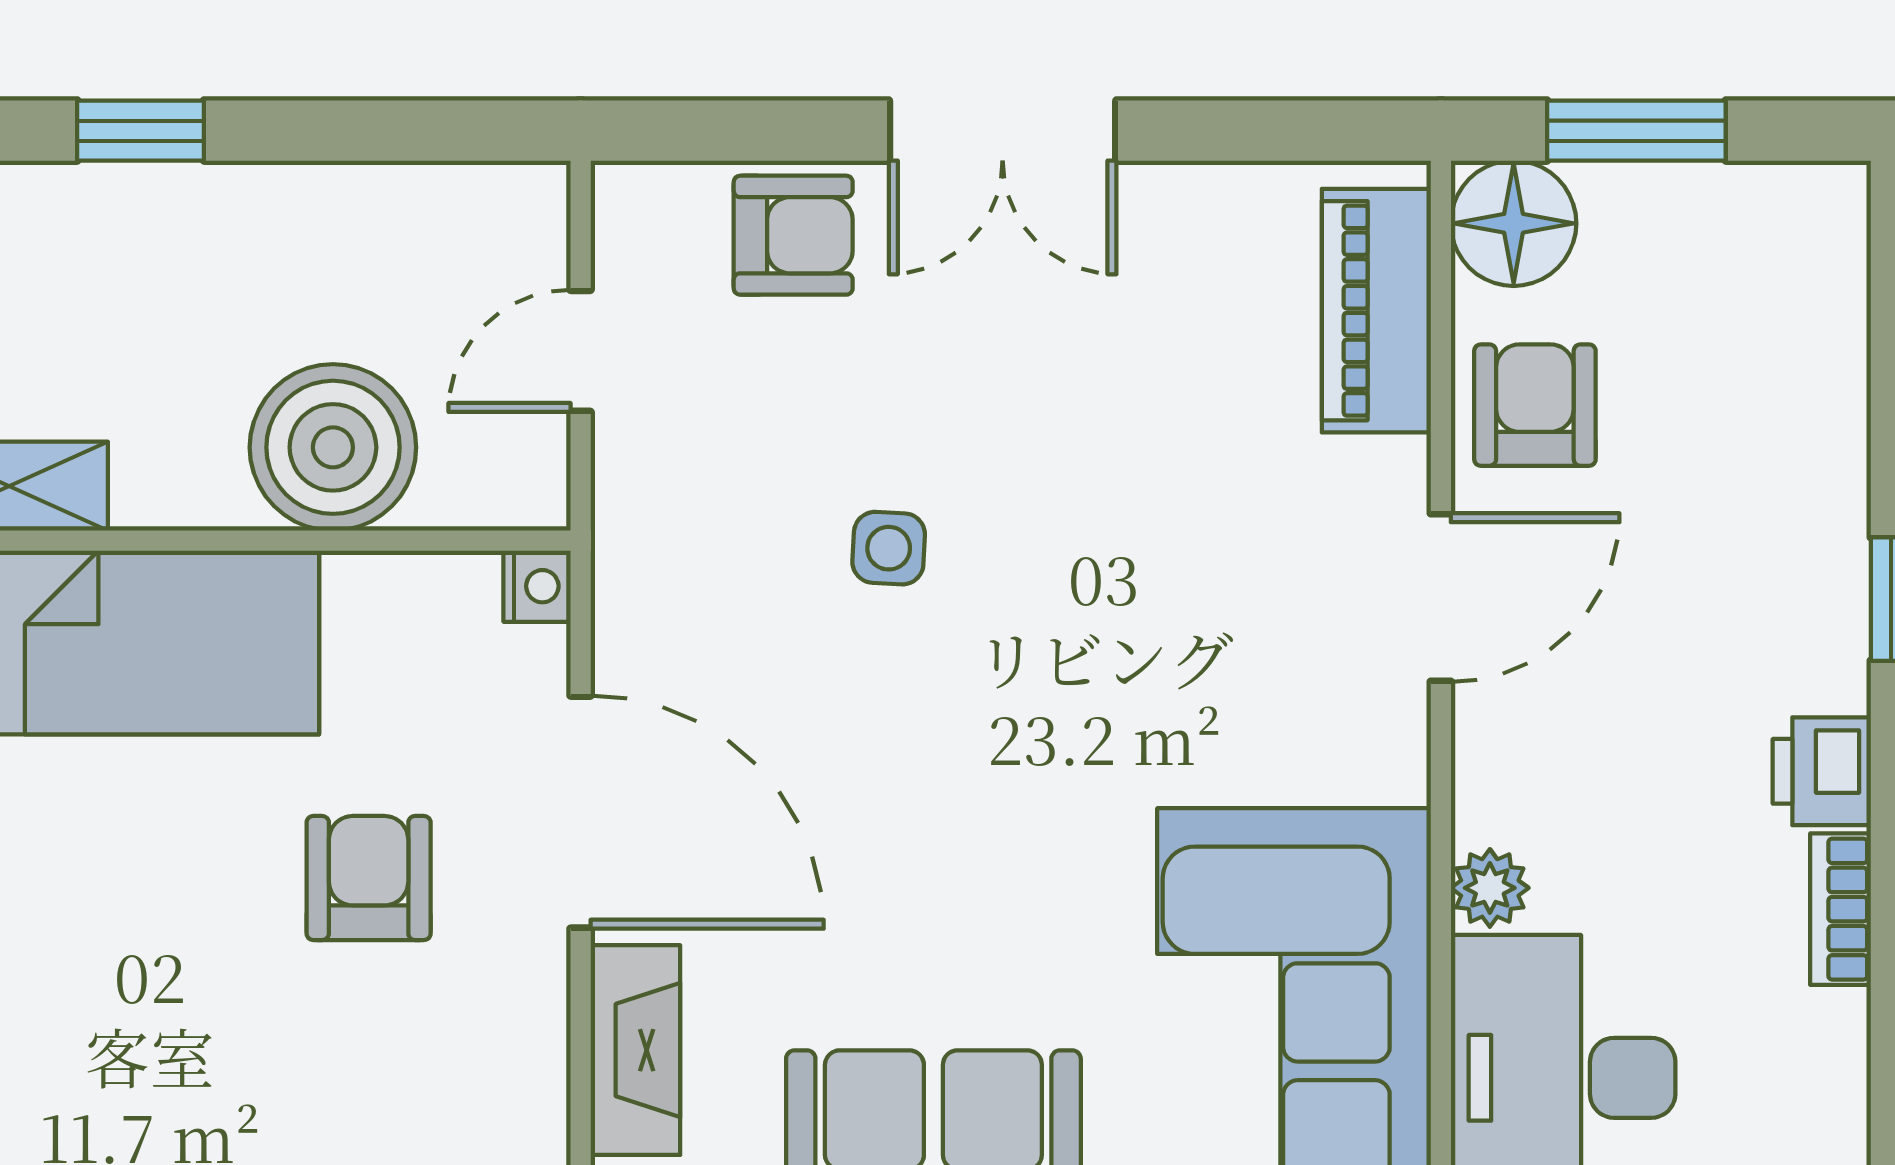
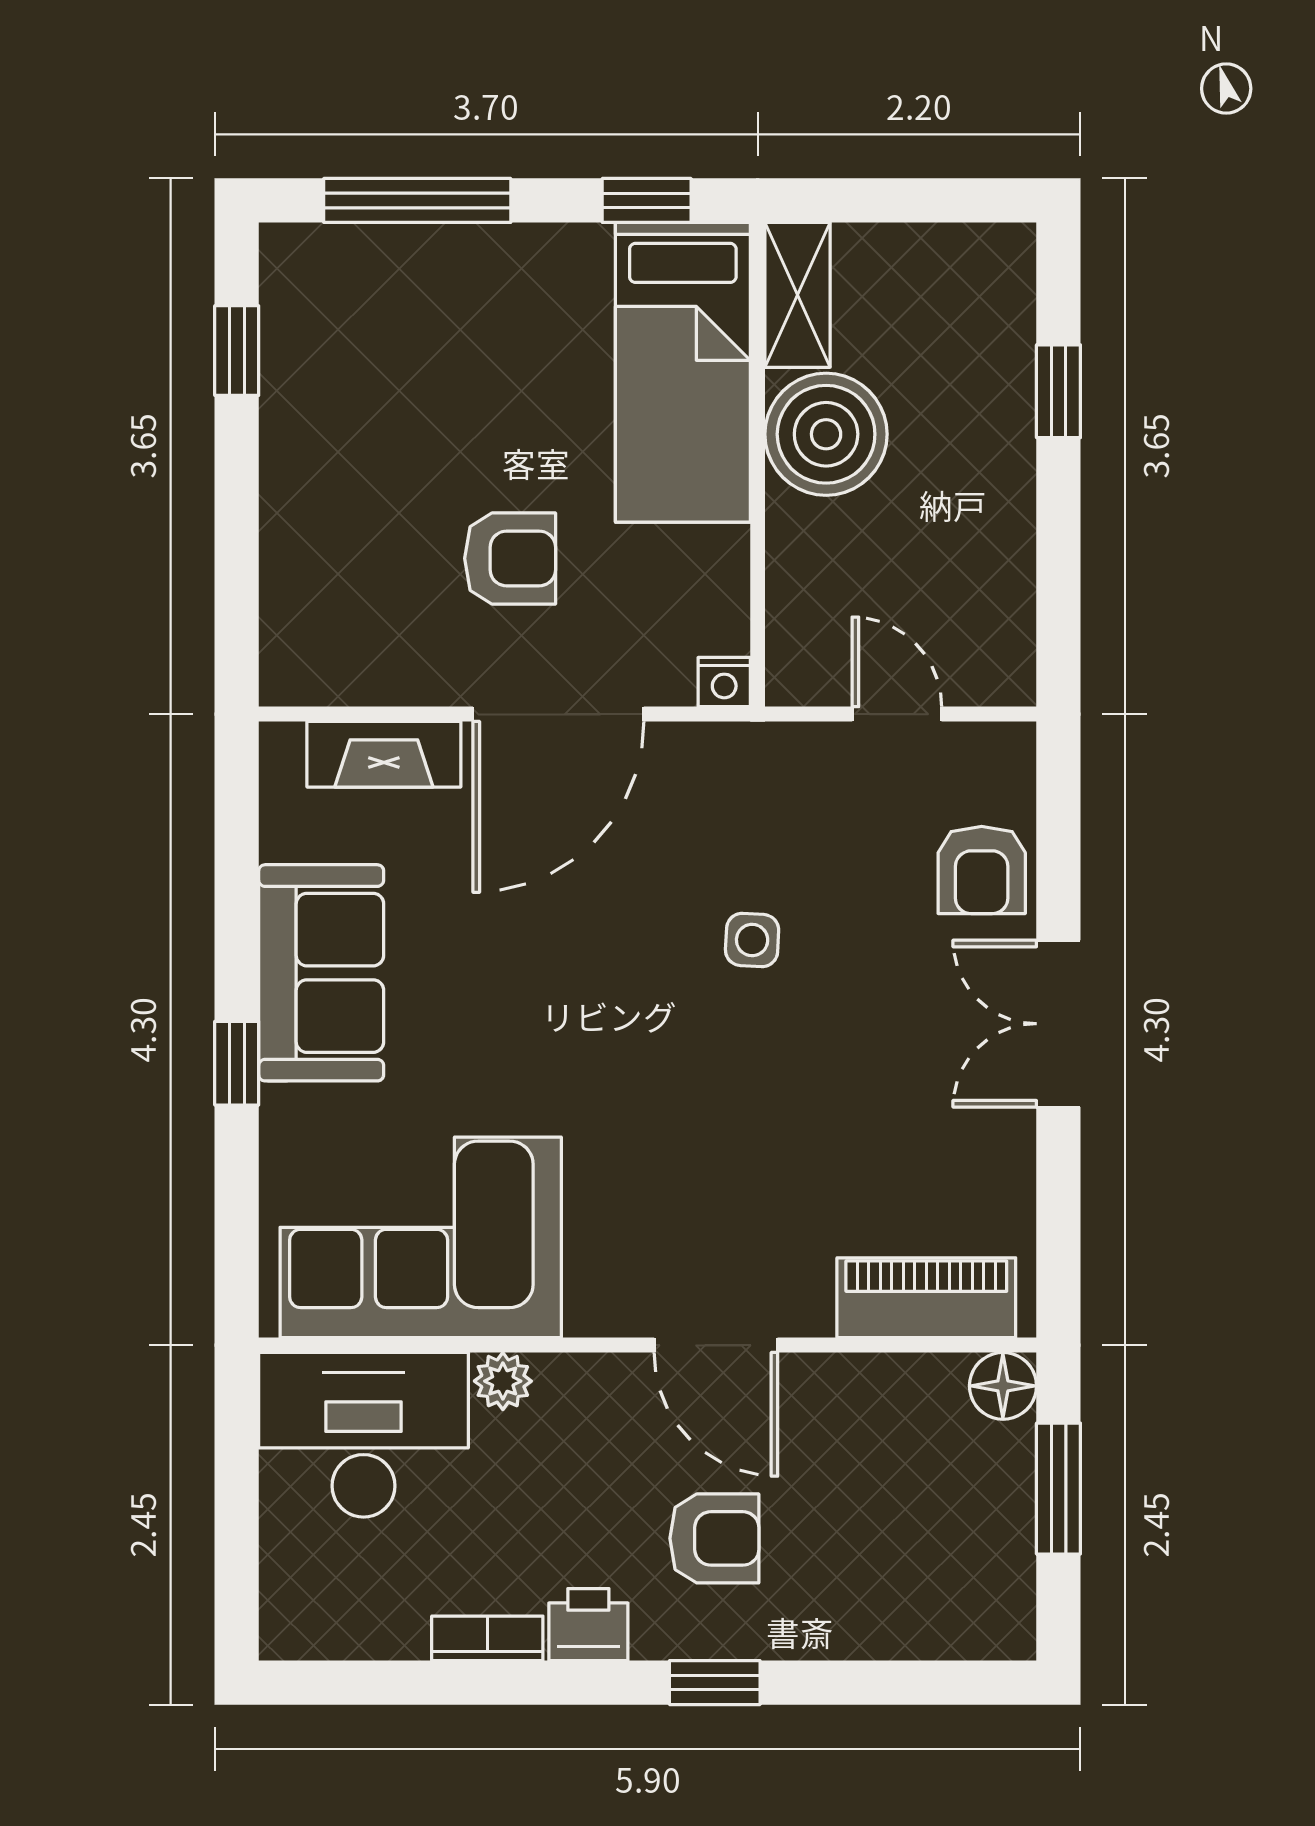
floor lamp: (1514, 223) -> (1003, 1386), width x0.73, depth x0.73
armchair: (1535, 405) -> (714, 1538), moved
boiler: (333, 447) -> (826, 434), moved

